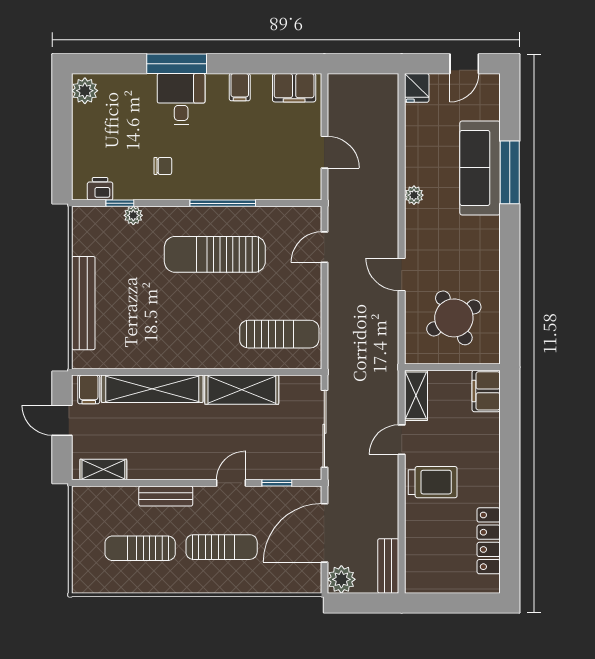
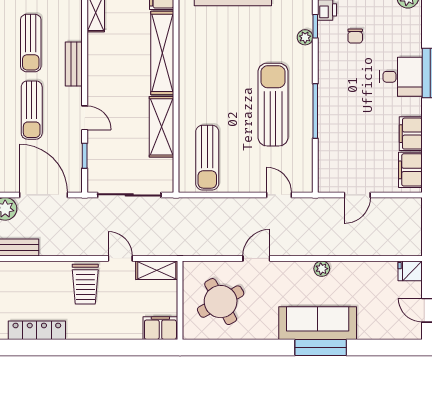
filing cabinet: (240, 87) -> (411, 134), width x2.00
chair: (163, 166) -> (355, 36), moved
sofa: (480, 168) -> (318, 323), moved
window: (510, 172) -> (321, 348), moved
sun lounger: (140, 548) -> (31, 43), turned 180

